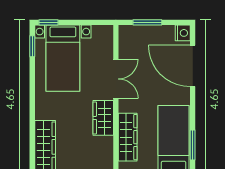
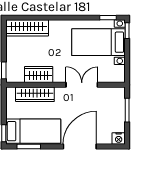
door: (193, 66) -> (80, 146), moved
double door: (116, 79) -> (82, 85), swing flipped
wardrobe: (103, 118) -> (39, 75), moved

